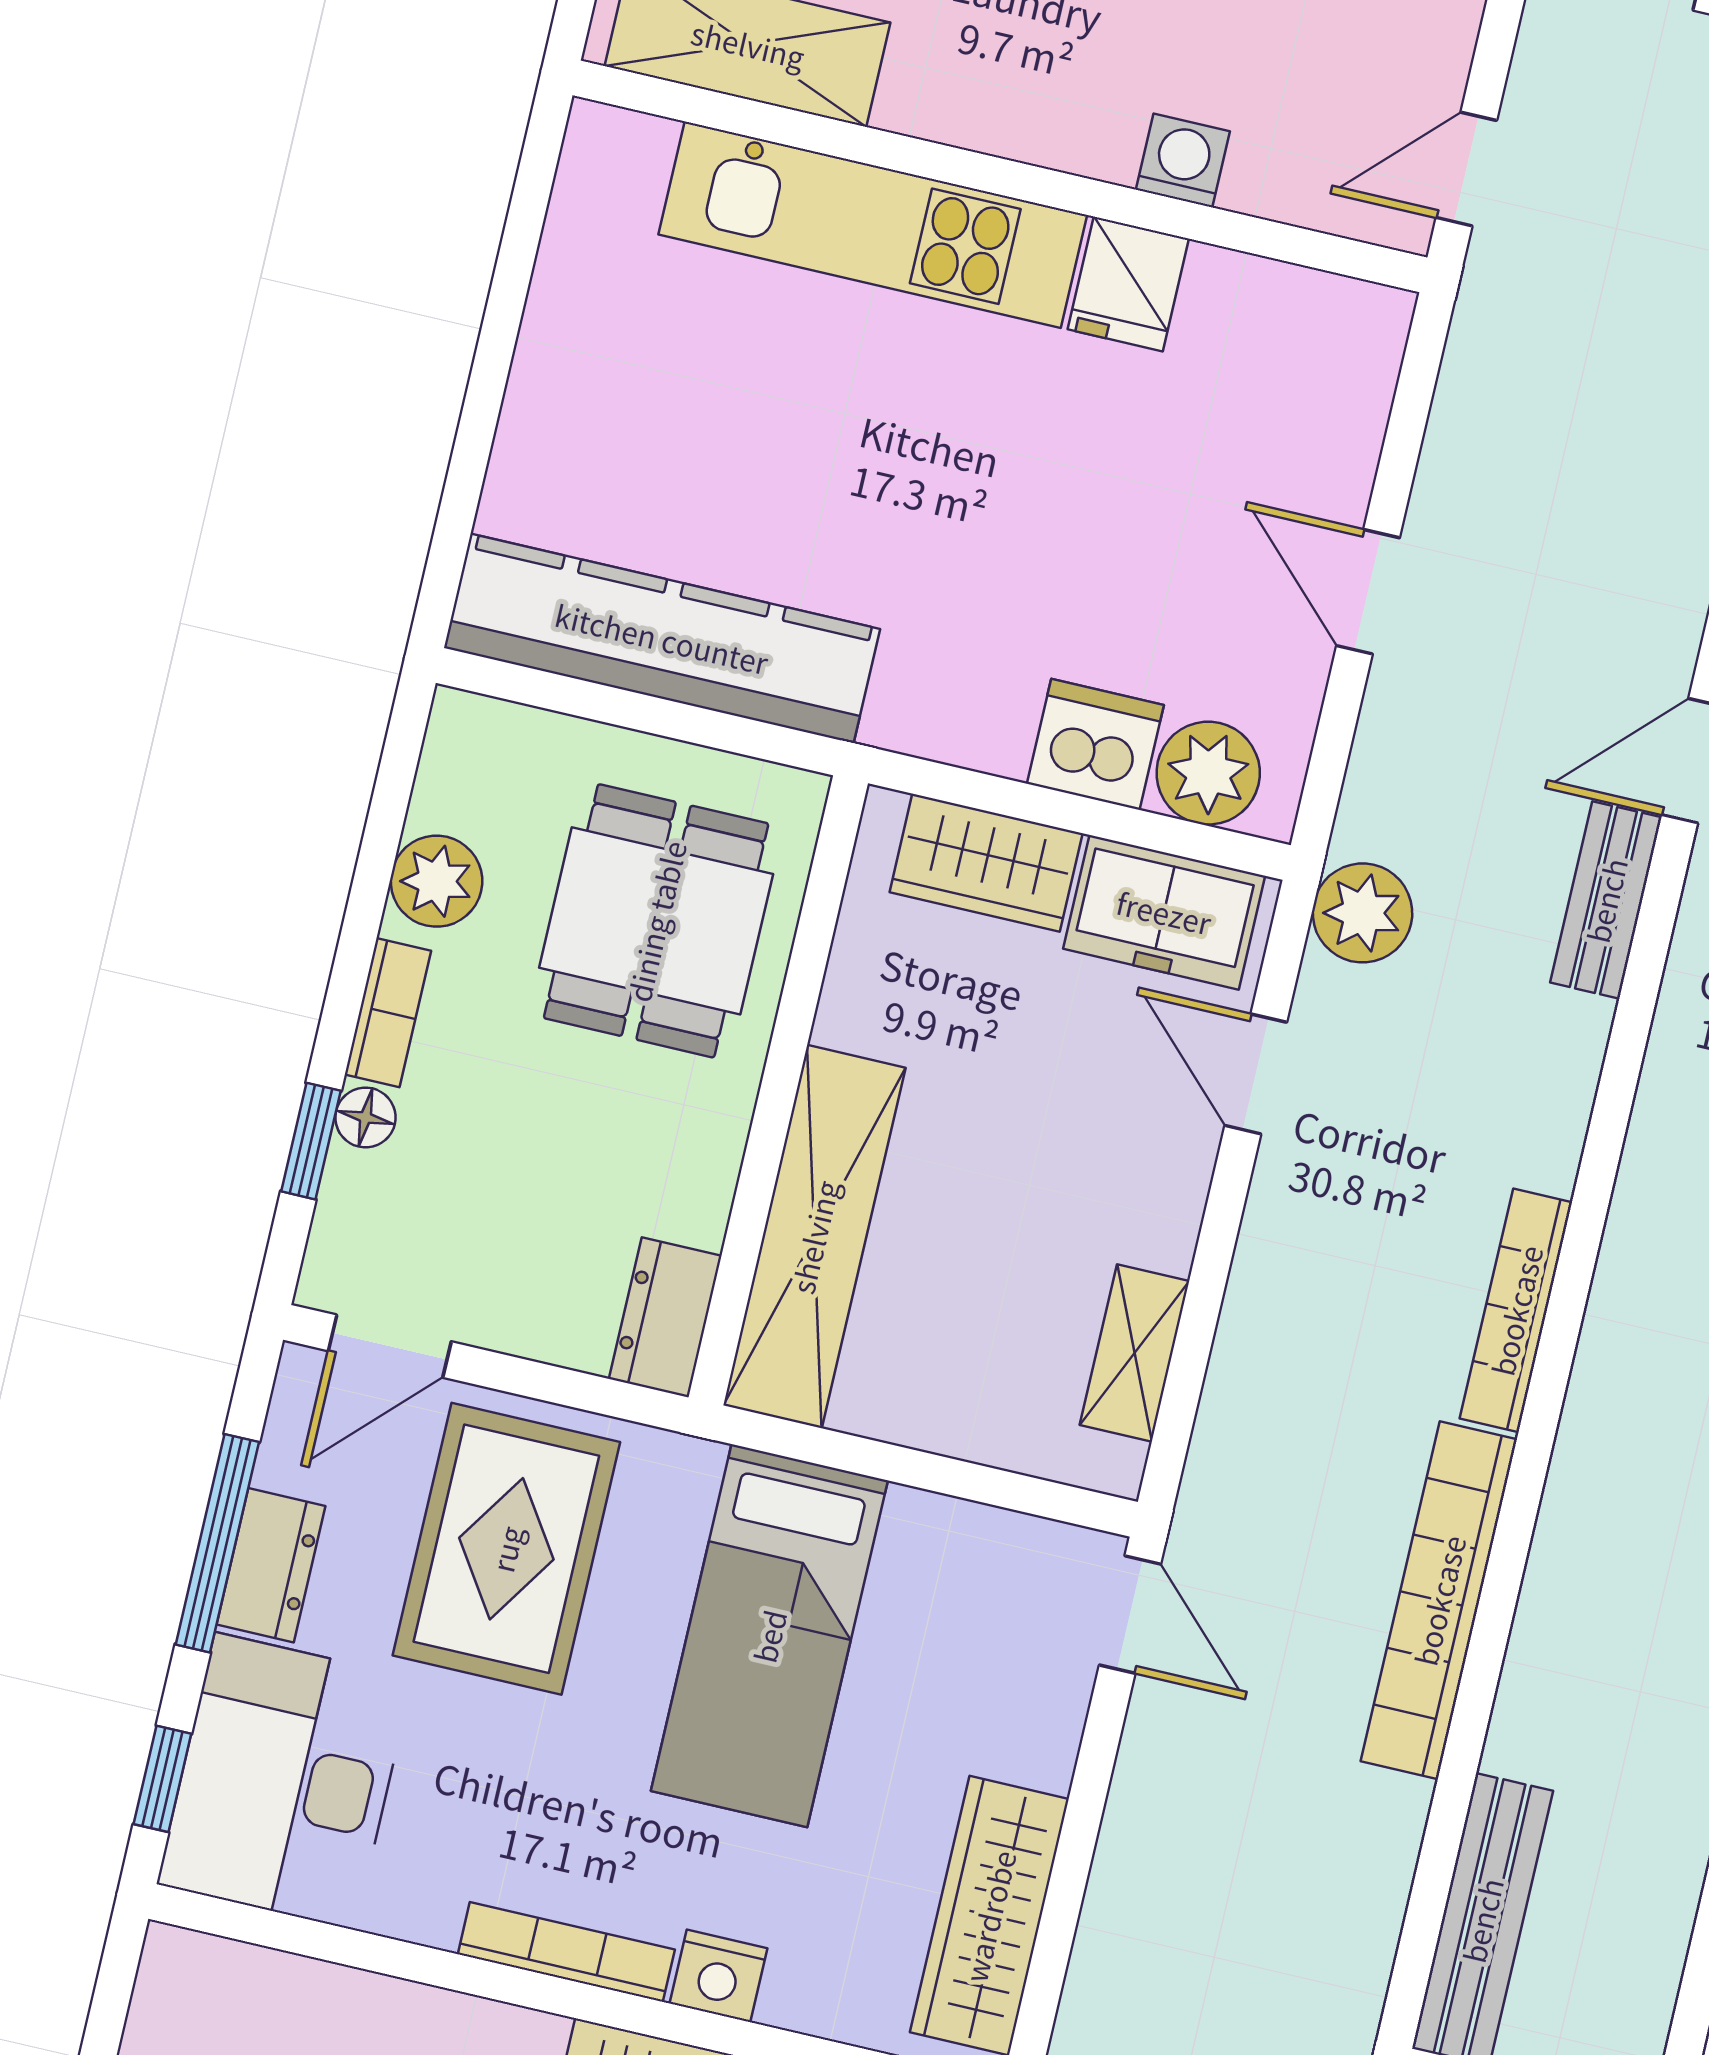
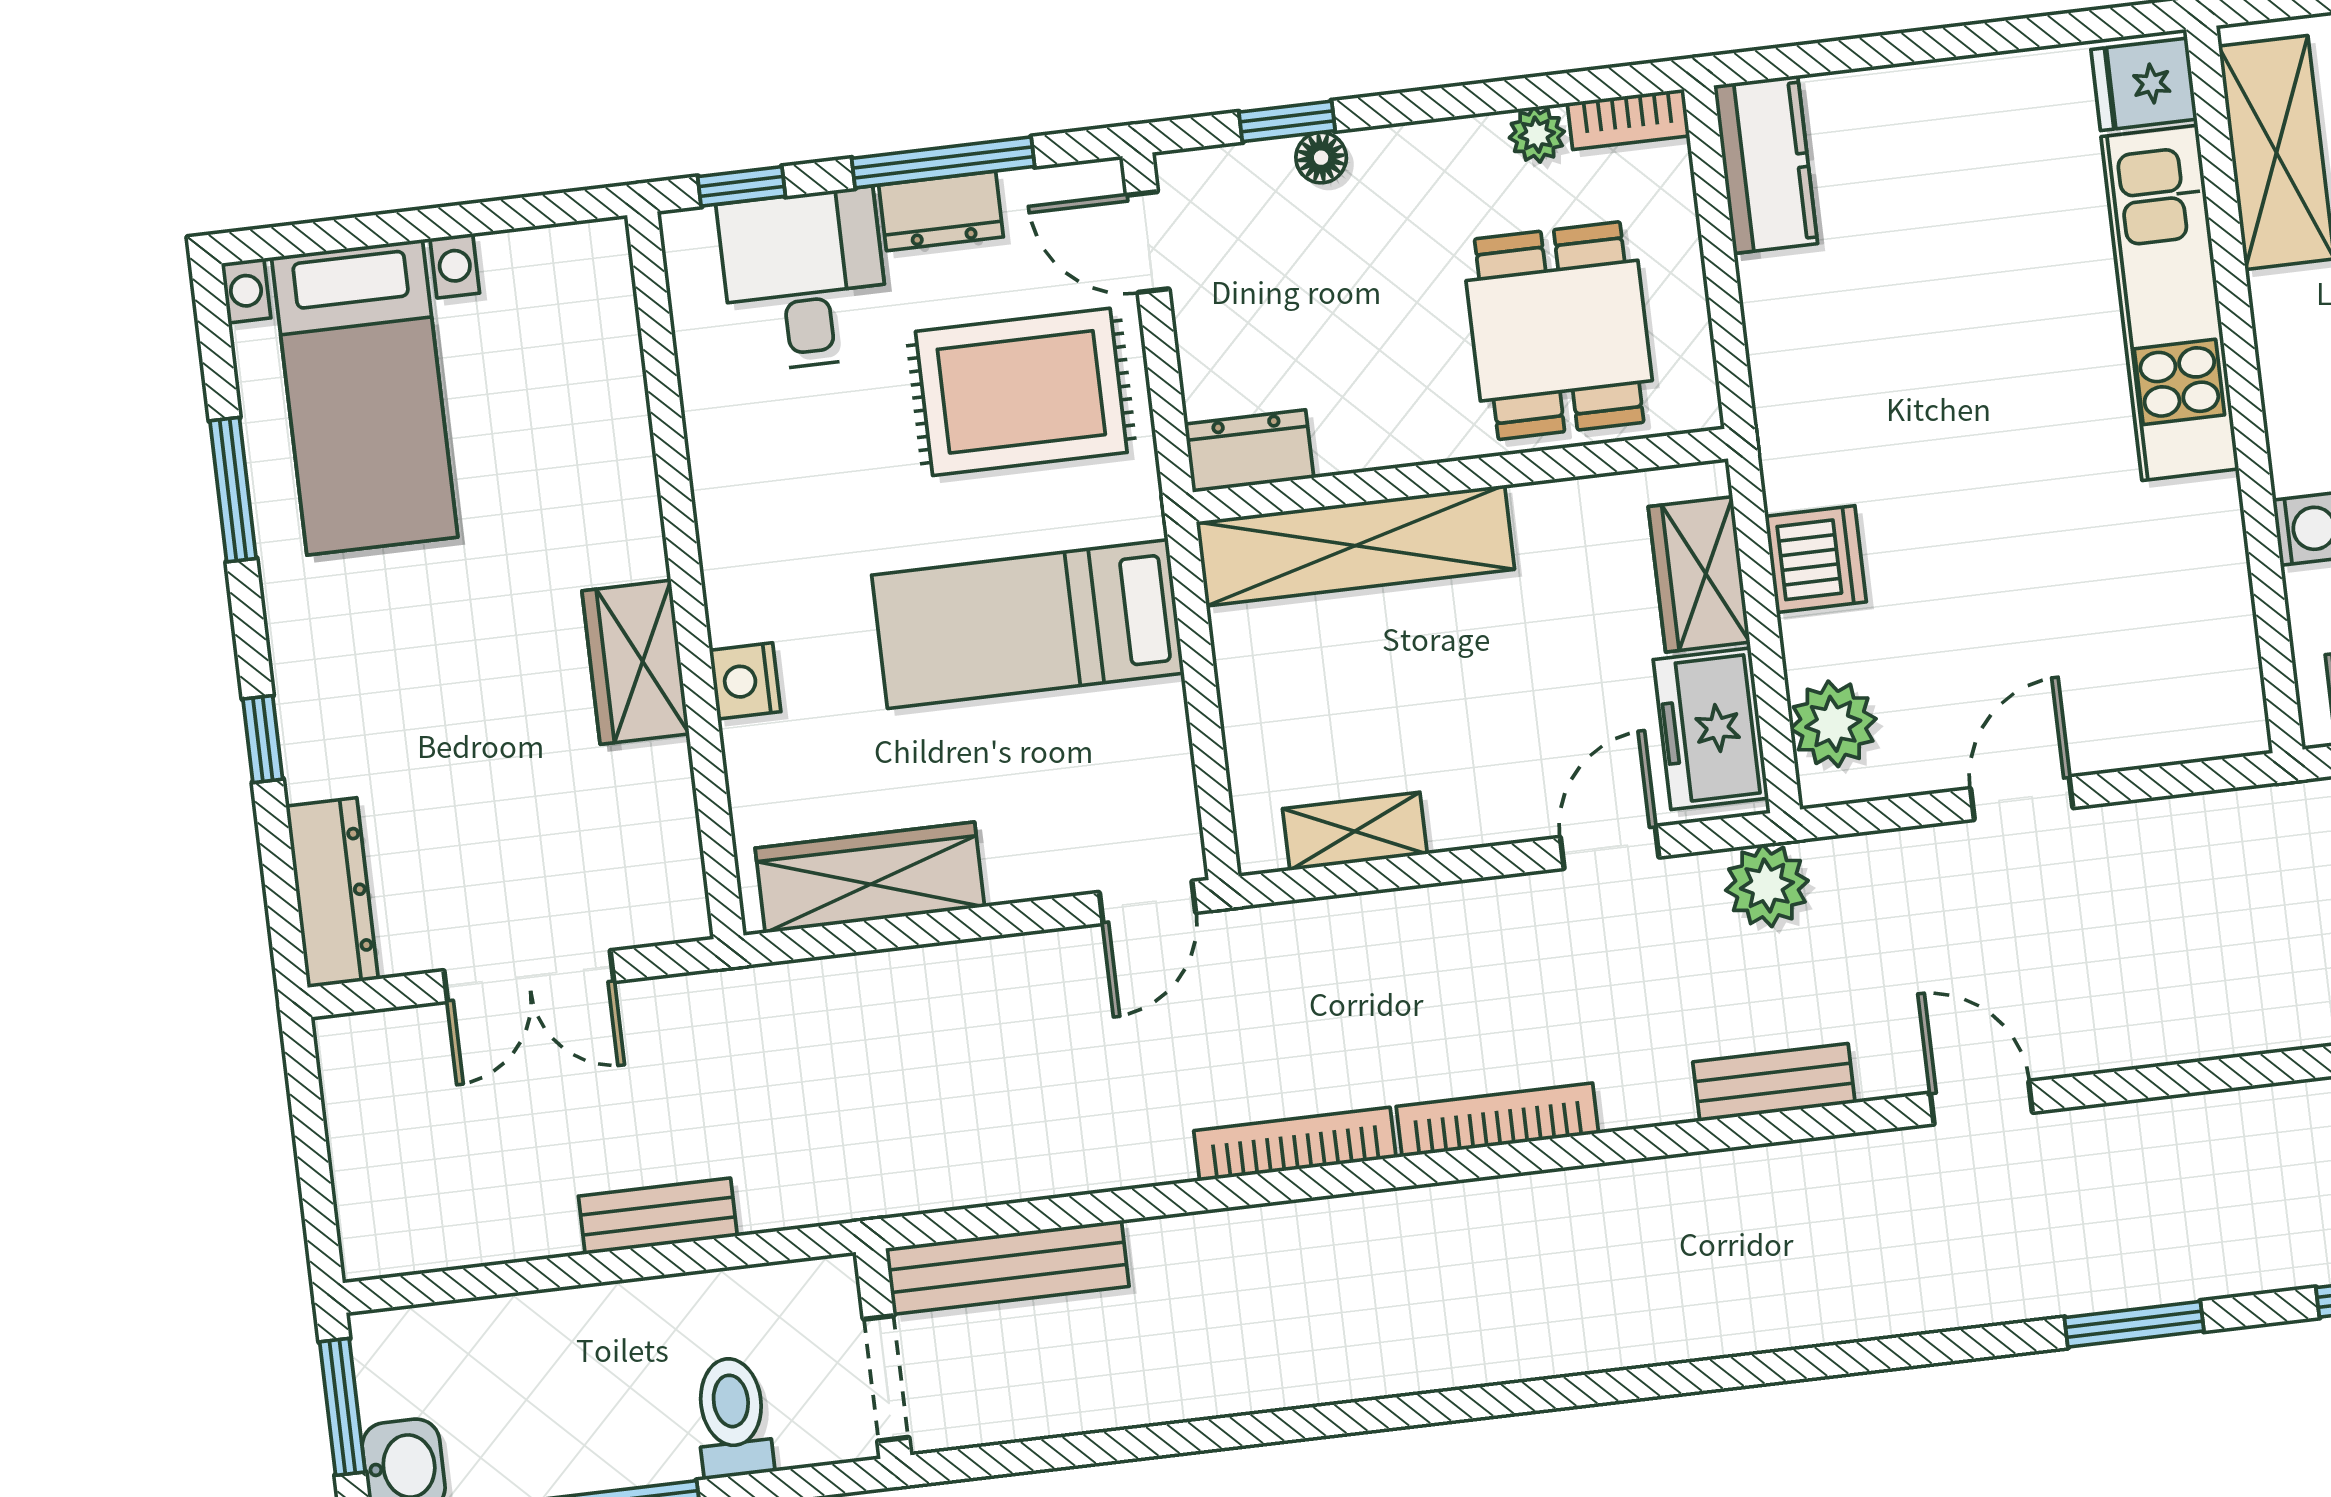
fridge: (1128, 284) -> (2144, 84), moved
kitchen counter: (662, 638) -> (1766, 165), width x0.48, depth x0.86
dishwasher: (1095, 744) -> (1816, 559), moved
plant: (437, 881) -> (1537, 135), width x0.73, depth x0.73
bench: (1606, 900) -> (1774, 1082), moved
dining table: (656, 921) -> (1559, 331), turned 90
bookcase: (388, 1013) -> (1628, 119), moved
bookcase: (1439, 1600) -> (1295, 1144), width x0.68, depth x0.76
desk: (285, 1781) -> (804, 280), width x0.73
bookcase: (566, 1952) -> (721, 554), removed

